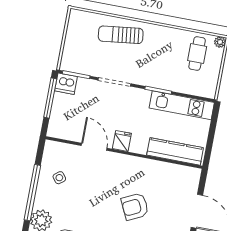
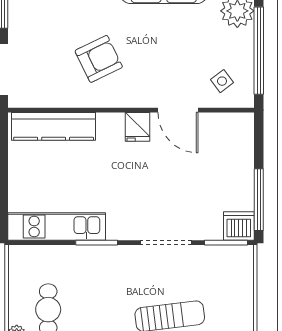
fridge: (122, 141) -> (137, 127), moved
door: (94, 147) -> (178, 110), moved
kitchen counter: (175, 151) -> (54, 126), moved
wall: (124, 152) -> (131, 110), moved

